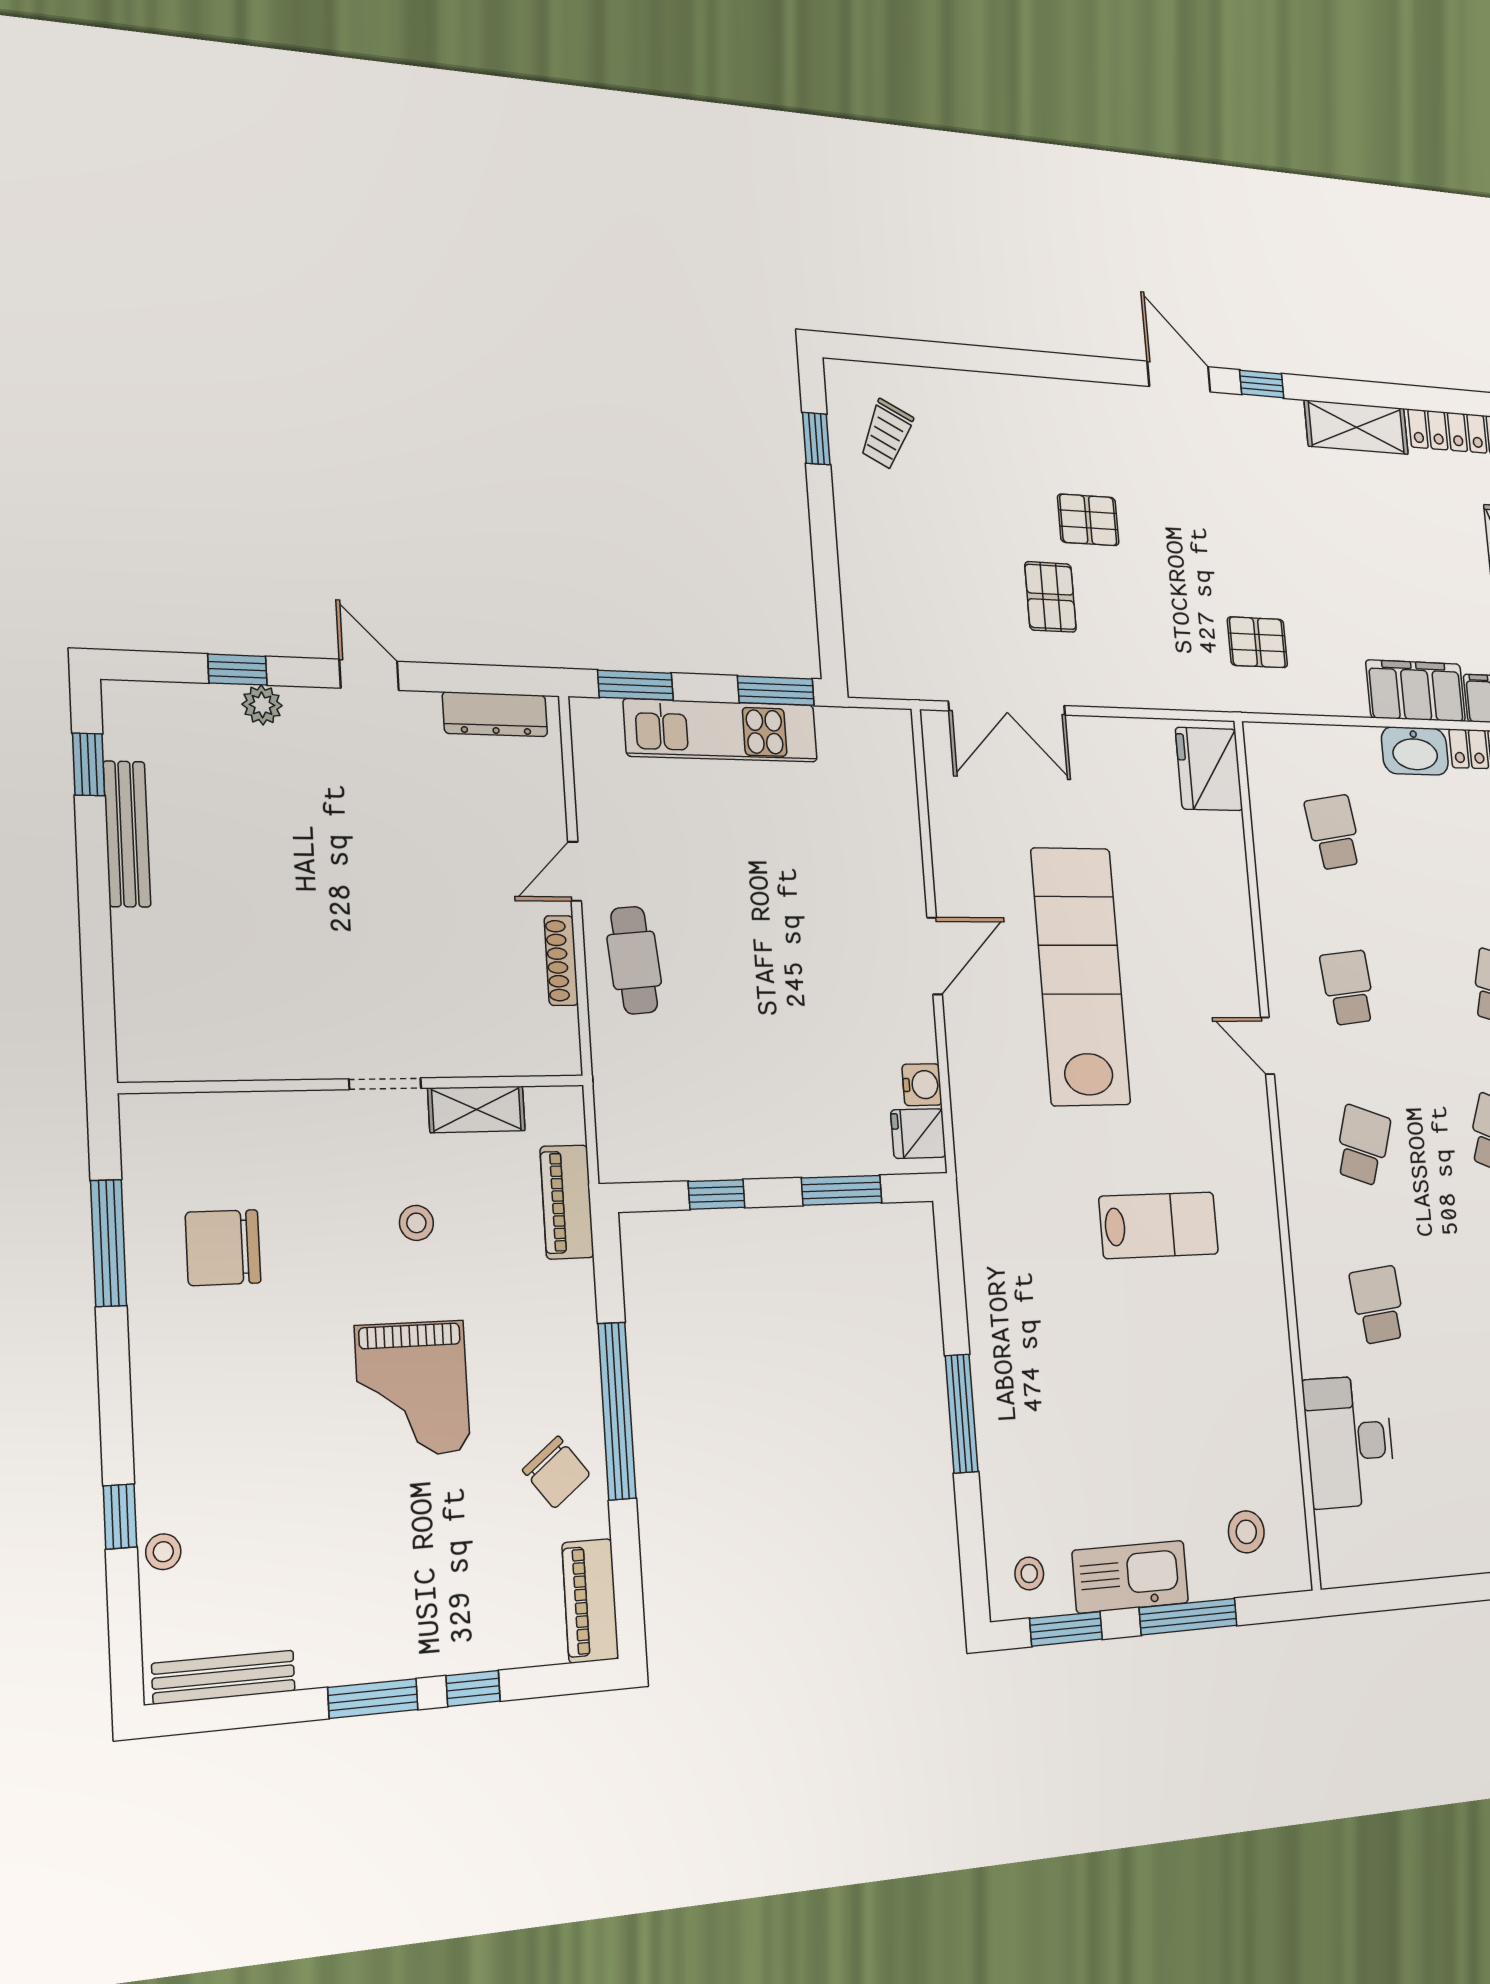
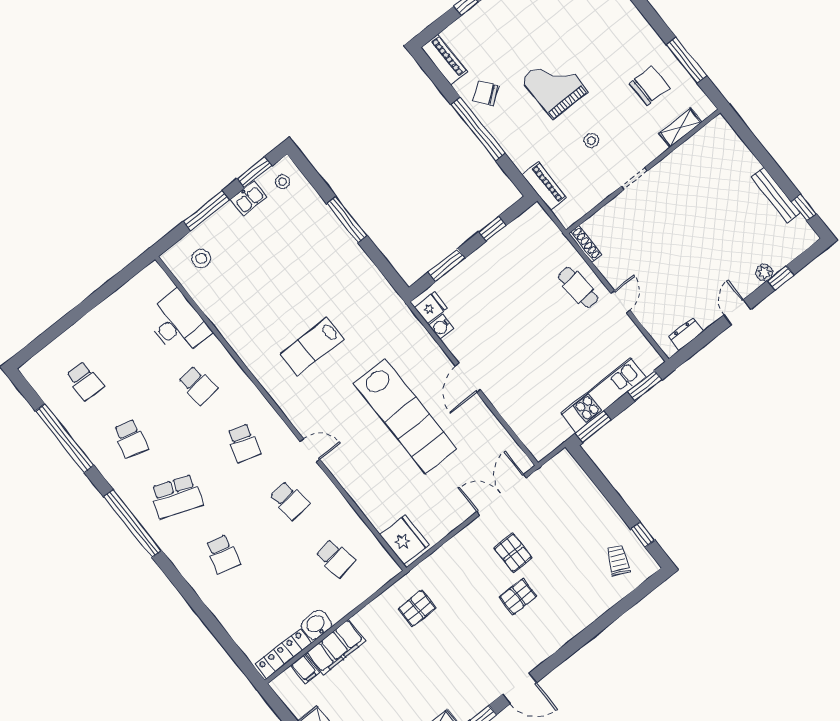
door: (369, 675) -> (737, 312), swing flipped
dresser: (495, 714) -> (686, 334), width x0.70
washbasin: (1415, 751) -> (316, 625), width x0.72
shoe rack: (561, 961) -> (585, 244), moved
shelving: (476, 1109) -> (680, 128), moved
kitchen sink: (1130, 1577) -> (249, 198), width x0.53, depth x0.81

